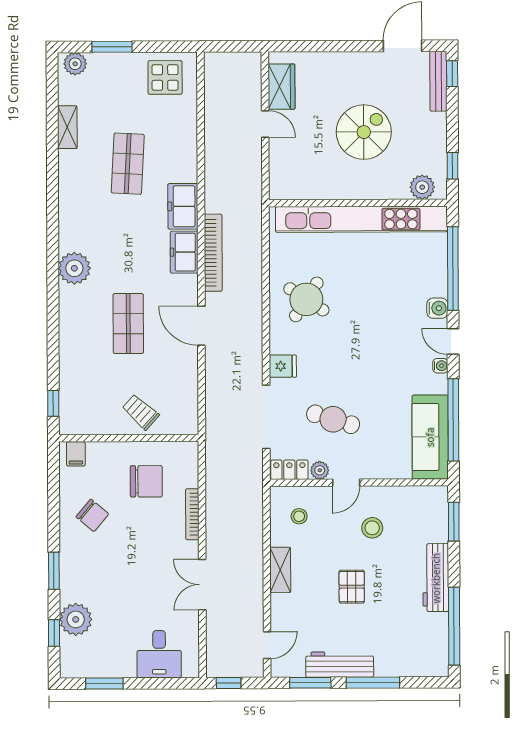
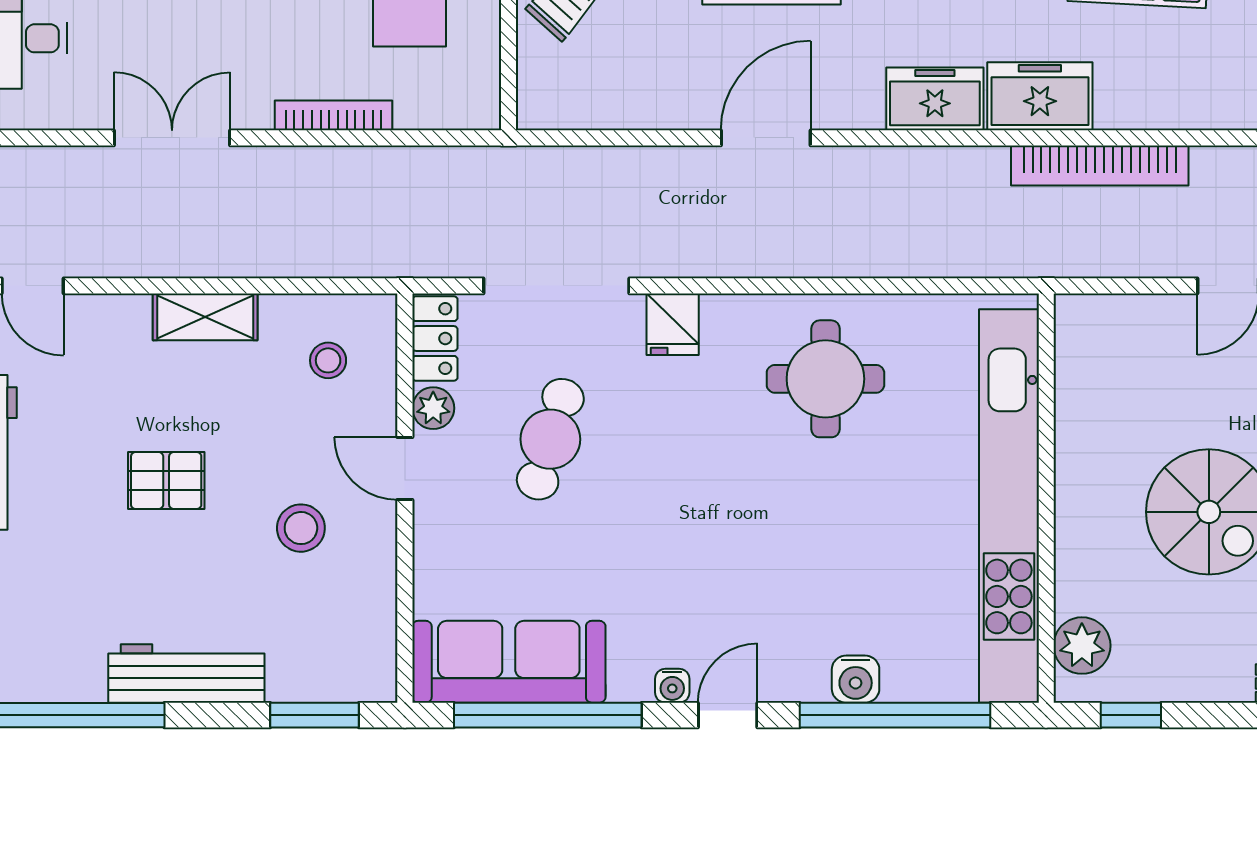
bookcase: (213, 253) -> (1100, 165), moved
round table: (306, 299) -> (825, 379), turned -33
water cooler: (437, 308) -> (856, 679), moved

